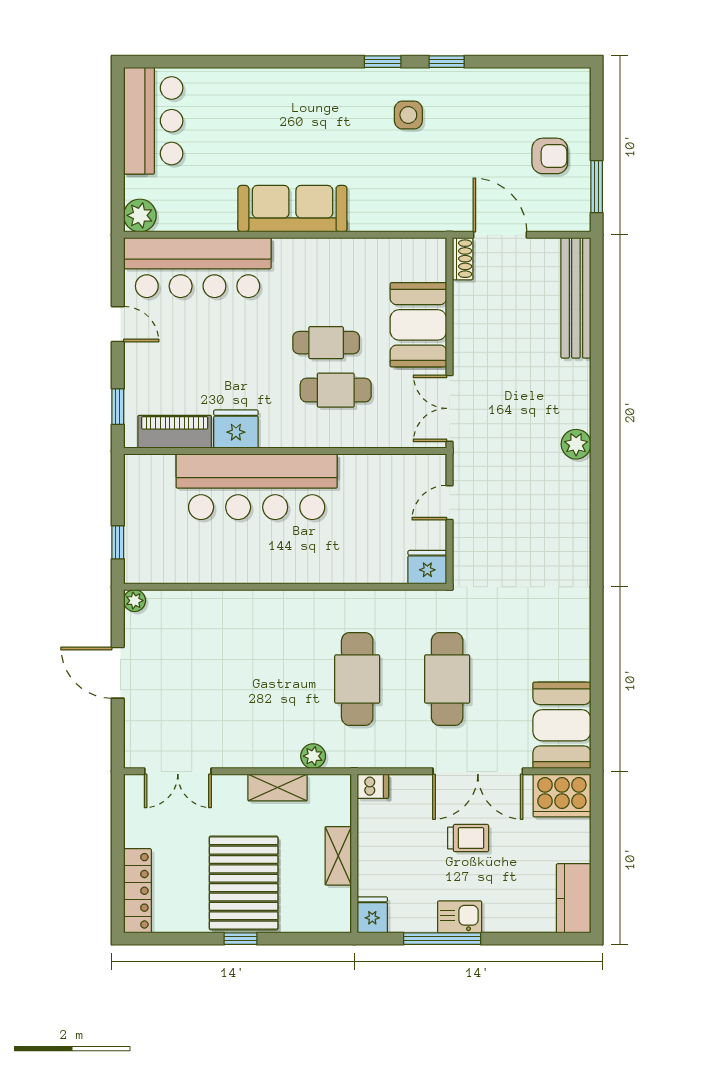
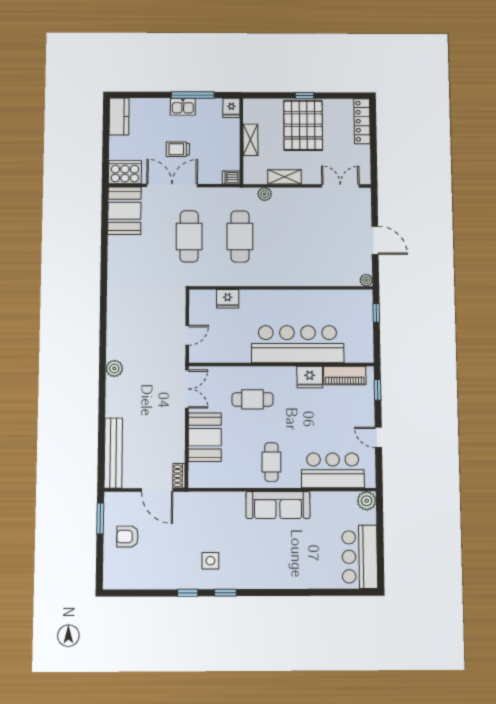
bar counter: (198, 268) -> (333, 470), width x0.73
cafe table: (326, 343) -> (271, 462), moved, turned 90
fridge: (427, 567) -> (228, 299), moved

